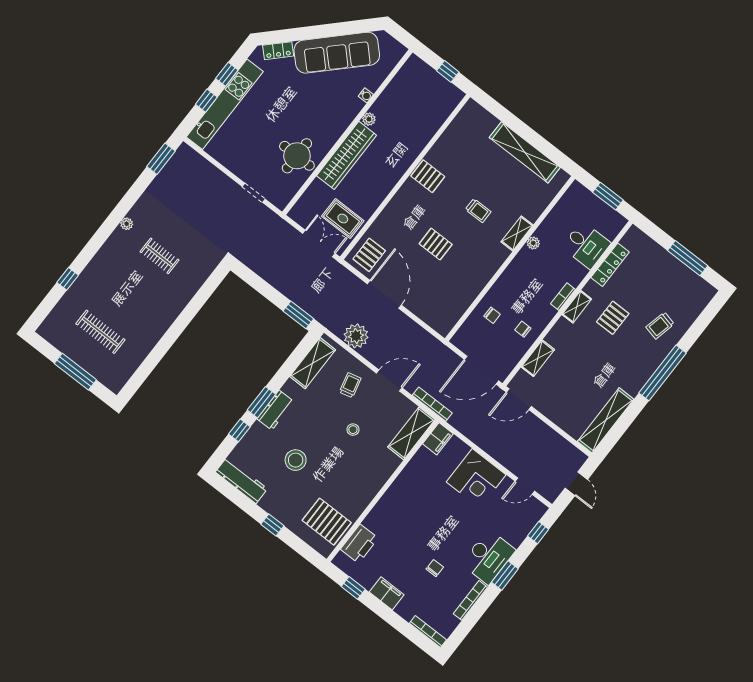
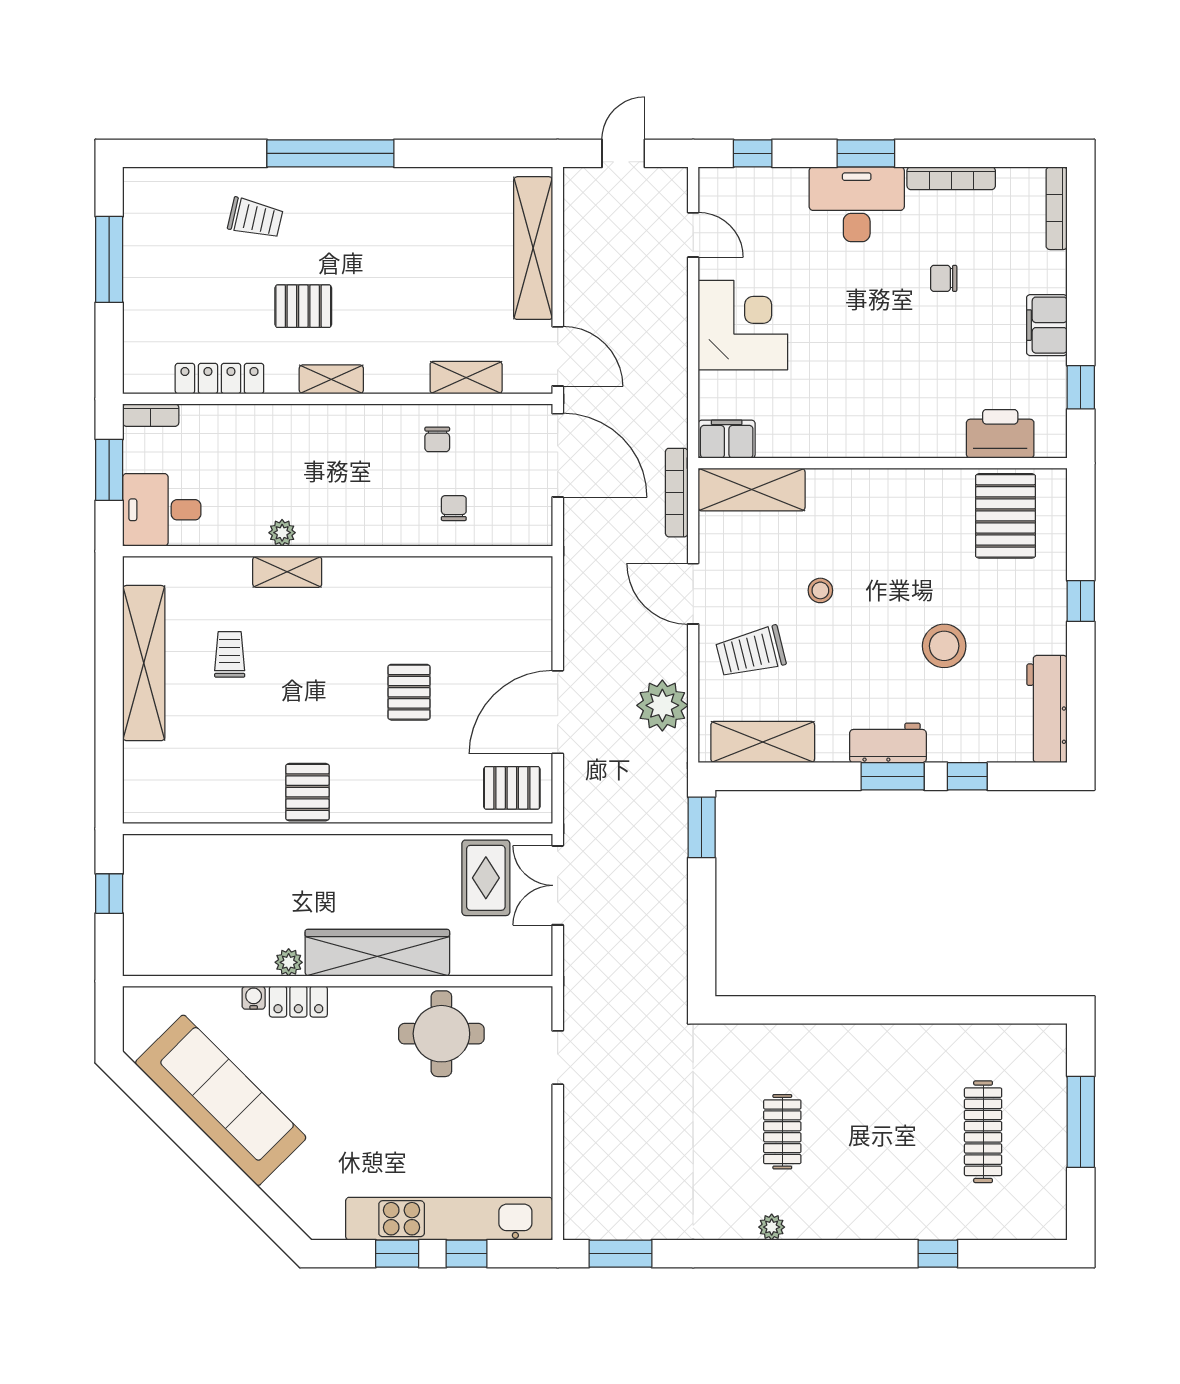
locker: (278, 51) -> (298, 1002), moved, turned 135
trolley: (478, 211) -> (230, 654), moved
desk: (586, 245) -> (162, 510), moved, turned -90
bookcase: (563, 297) -> (151, 415), moved
trolley: (350, 385) -> (751, 652), width x1.36, depth x1.39
shelving: (606, 420) -> (533, 248), moved, turned 90

